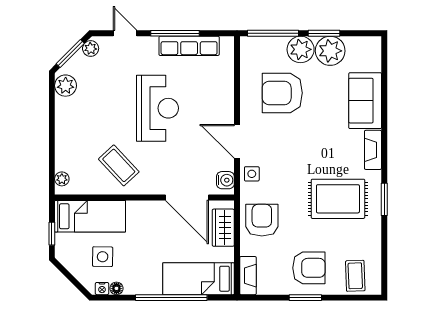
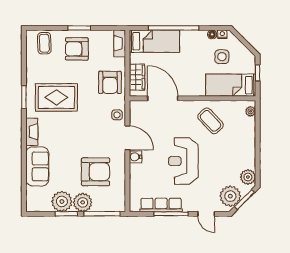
plant: (91, 48) -> (230, 196), width x1.87, depth x1.87
water cooler: (225, 180) -> (136, 157), moved

